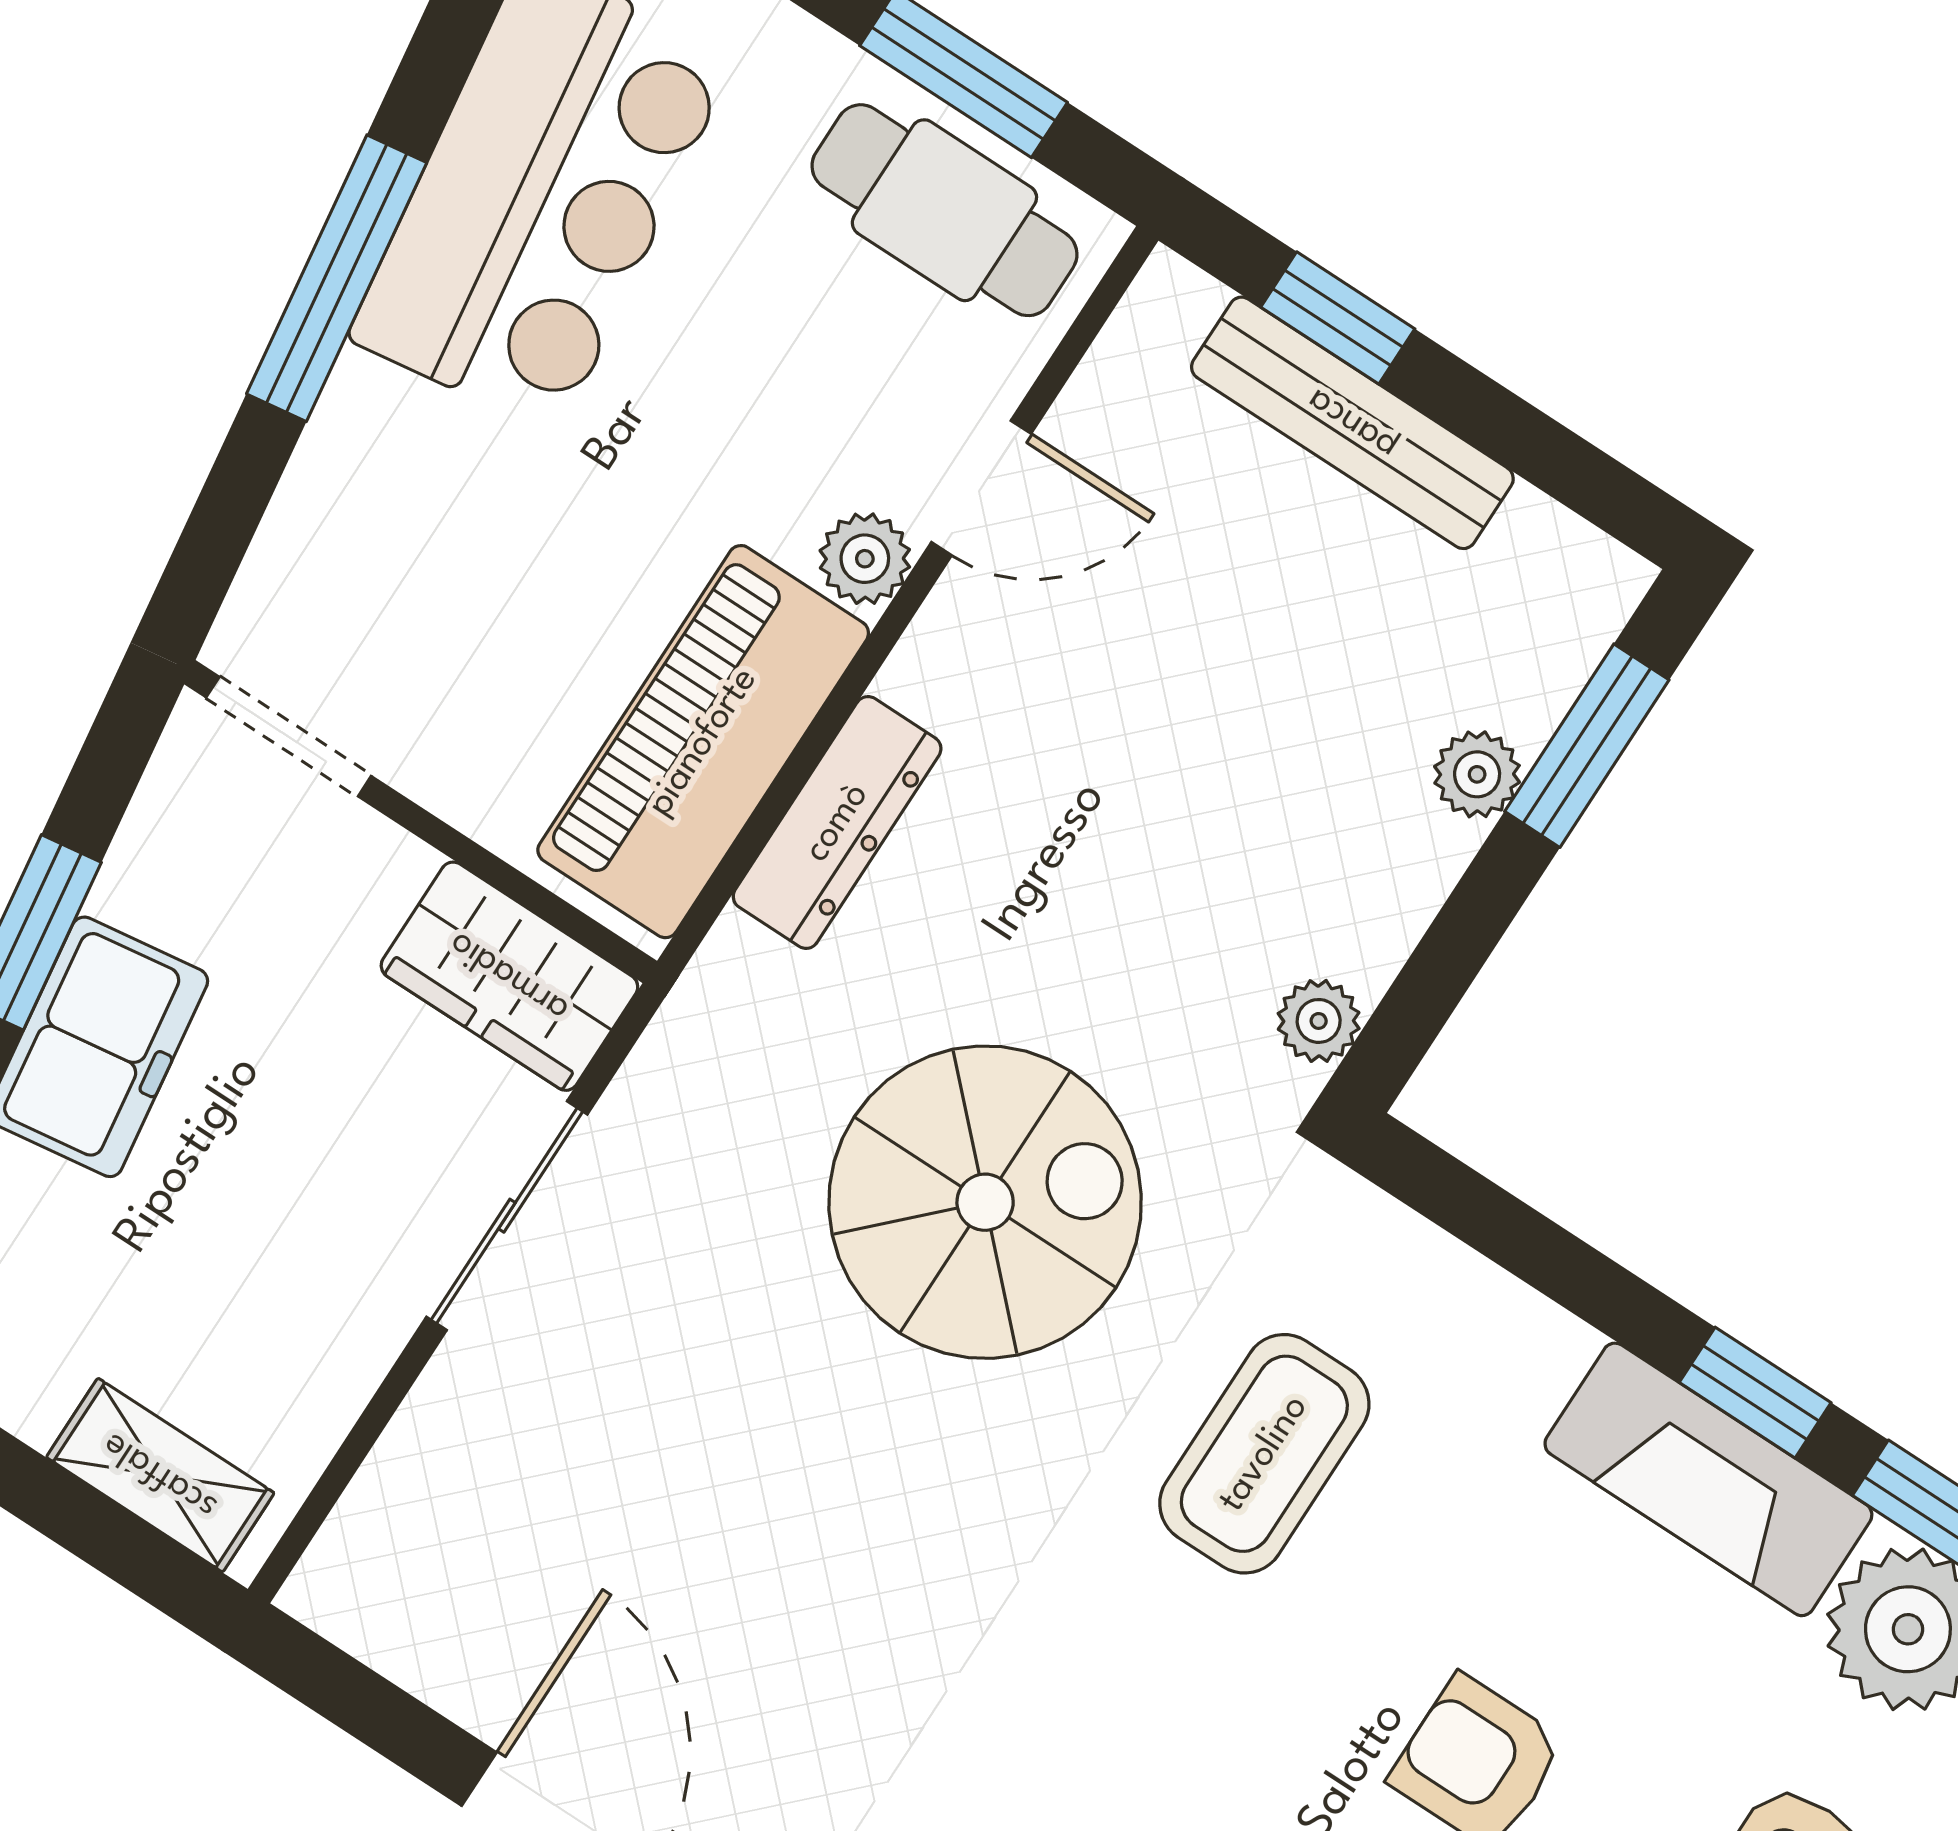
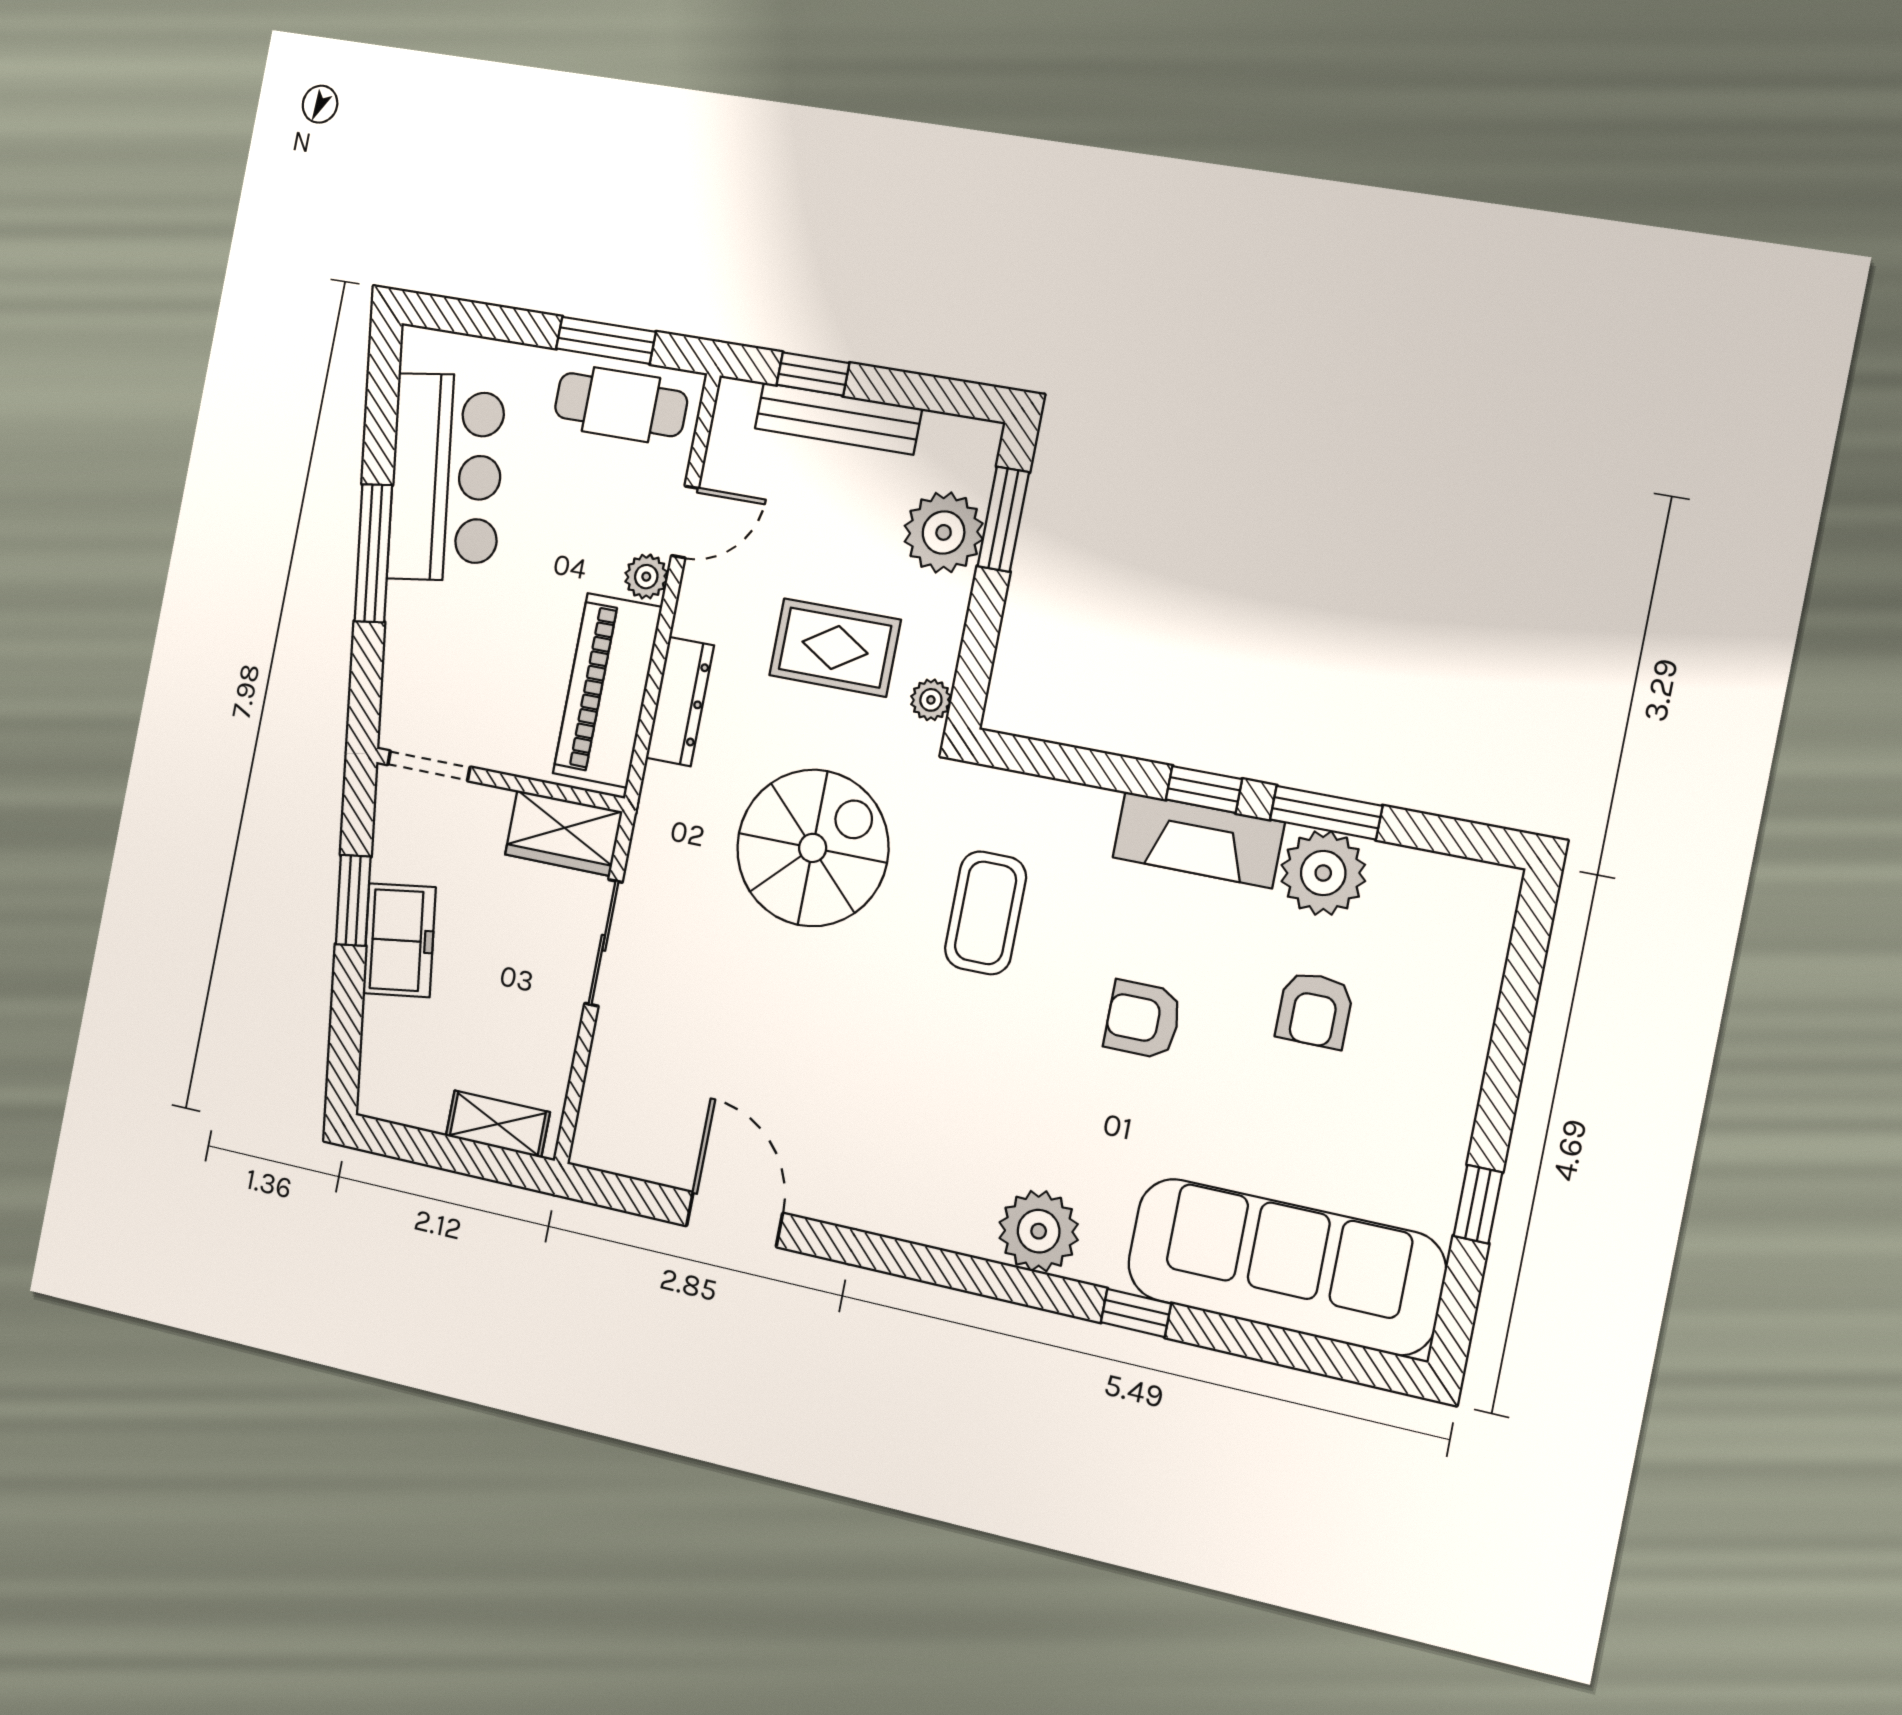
plant: (1477, 774) -> (944, 532), width x1.87, depth x1.87
rug: (1176, 848) -> (835, 648), added

